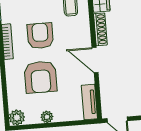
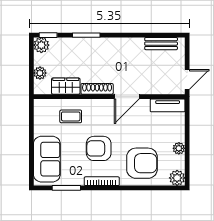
armchair: (41, 77) -> (142, 163), moved

